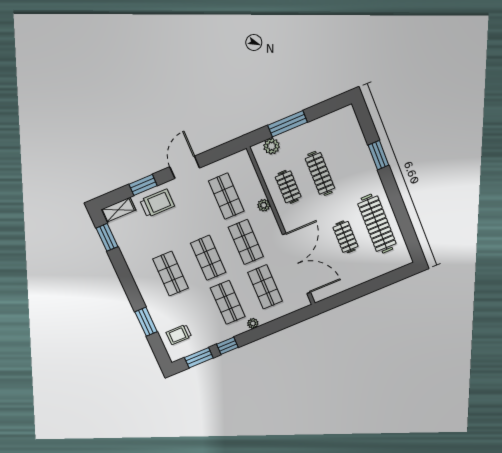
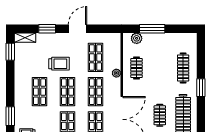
window: (378, 155) -> (201, 88), moved
clothes rail: (320, 173) -> (183, 68), moved
trolley: (157, 203) -> (59, 64), moved

